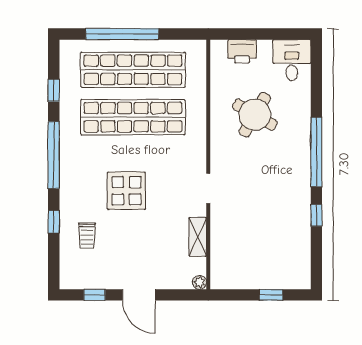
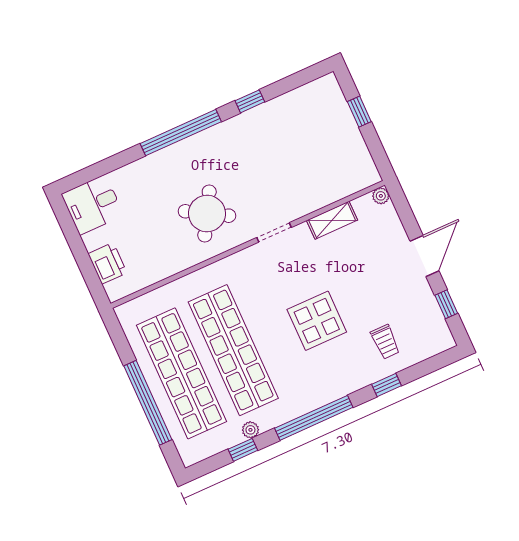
plant: (66, 103) -> (250, 430), added
round table: (255, 115) -> (207, 213), moved
trolley: (87, 236) -> (385, 342), turned 90

